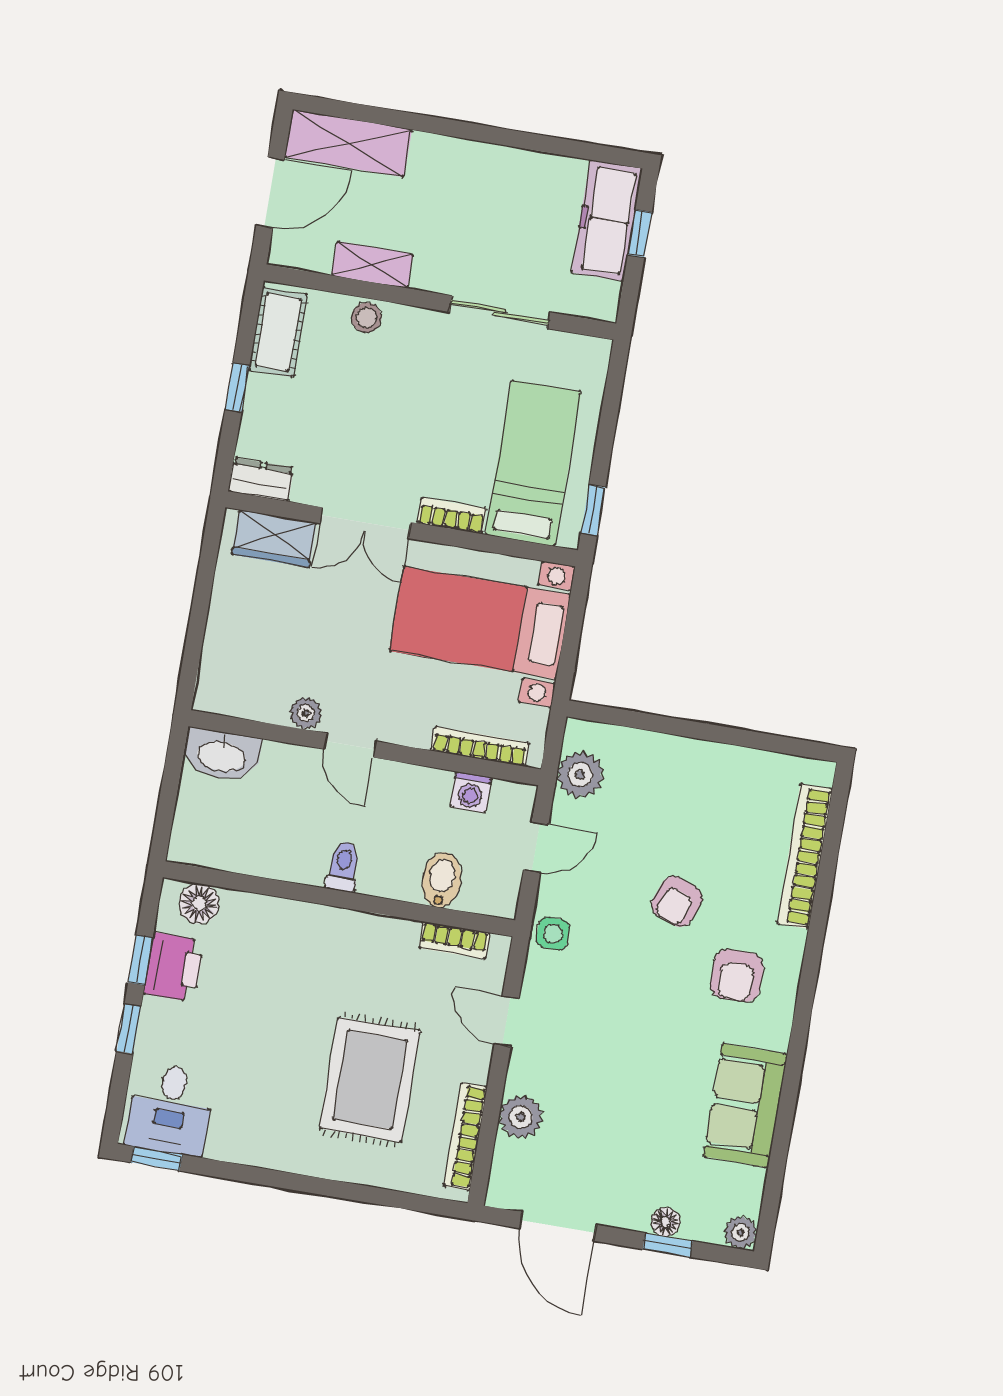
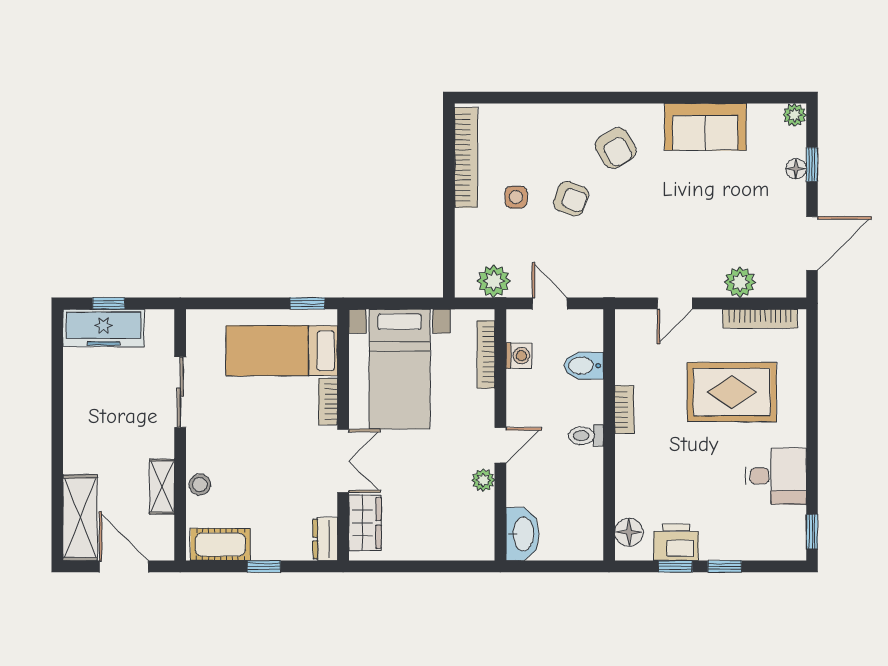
bookcase: (805, 856) -> (466, 157), moved, turned -90
side table: (553, 934) -> (516, 197), moved
bookcase: (454, 940) -> (624, 410), moved
armchair: (737, 976) -> (616, 148), turned 60
desk: (170, 1109) -> (776, 476), moved

